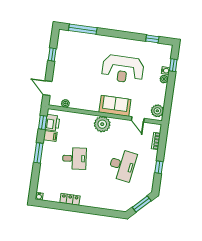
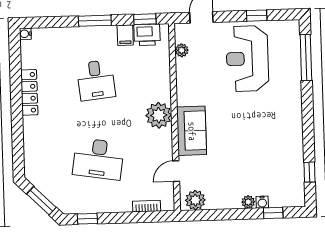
reception desk: (123, 69) -> (247, 59), moved
window: (159, 167) -> (87, 219), moved
locker: (70, 199) -> (29, 92), width x1.53

